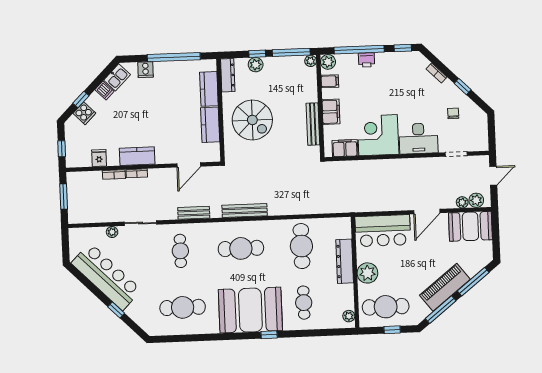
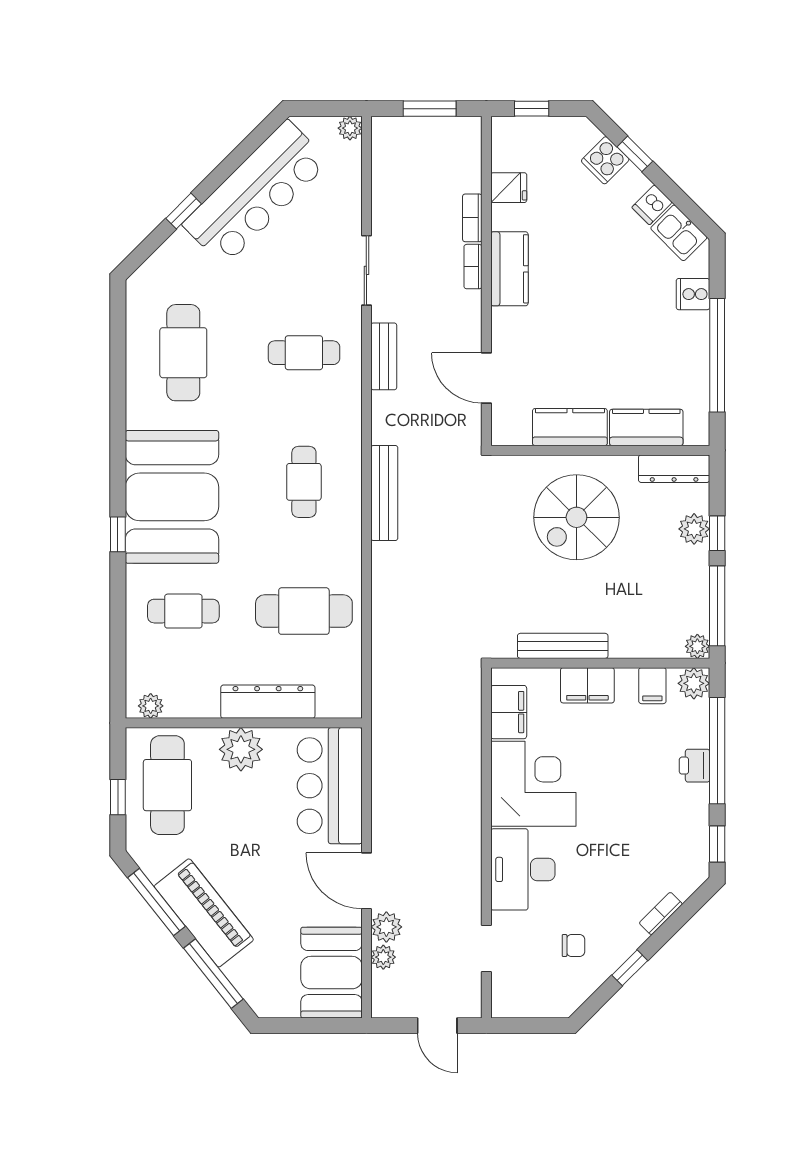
plant: (476, 200) -> (386, 927), moved
bench: (194, 213) -> (384, 356), moved
plant: (112, 232) -> (350, 128), moved
cafe table: (241, 248) -> (304, 482), width x0.73, depth x0.74

